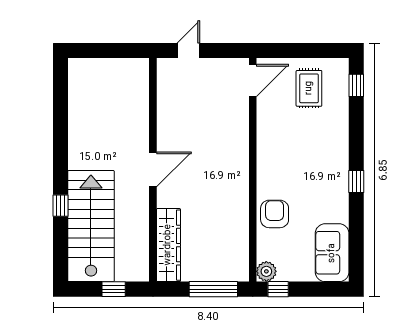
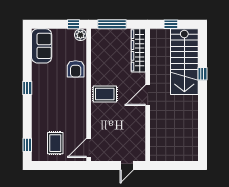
rug: (225, 171) -> (105, 94), added

